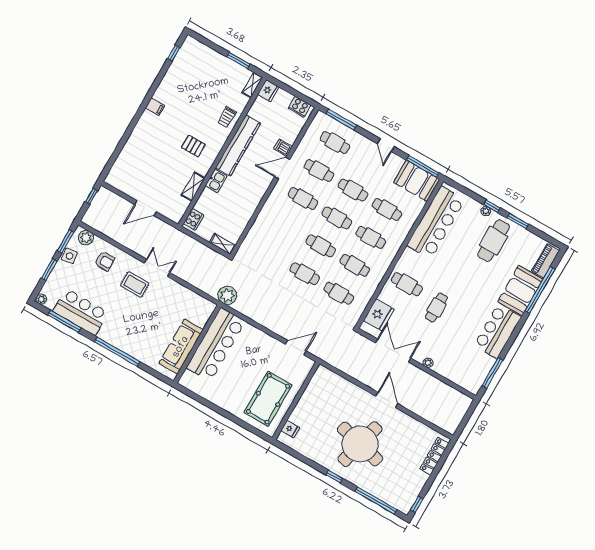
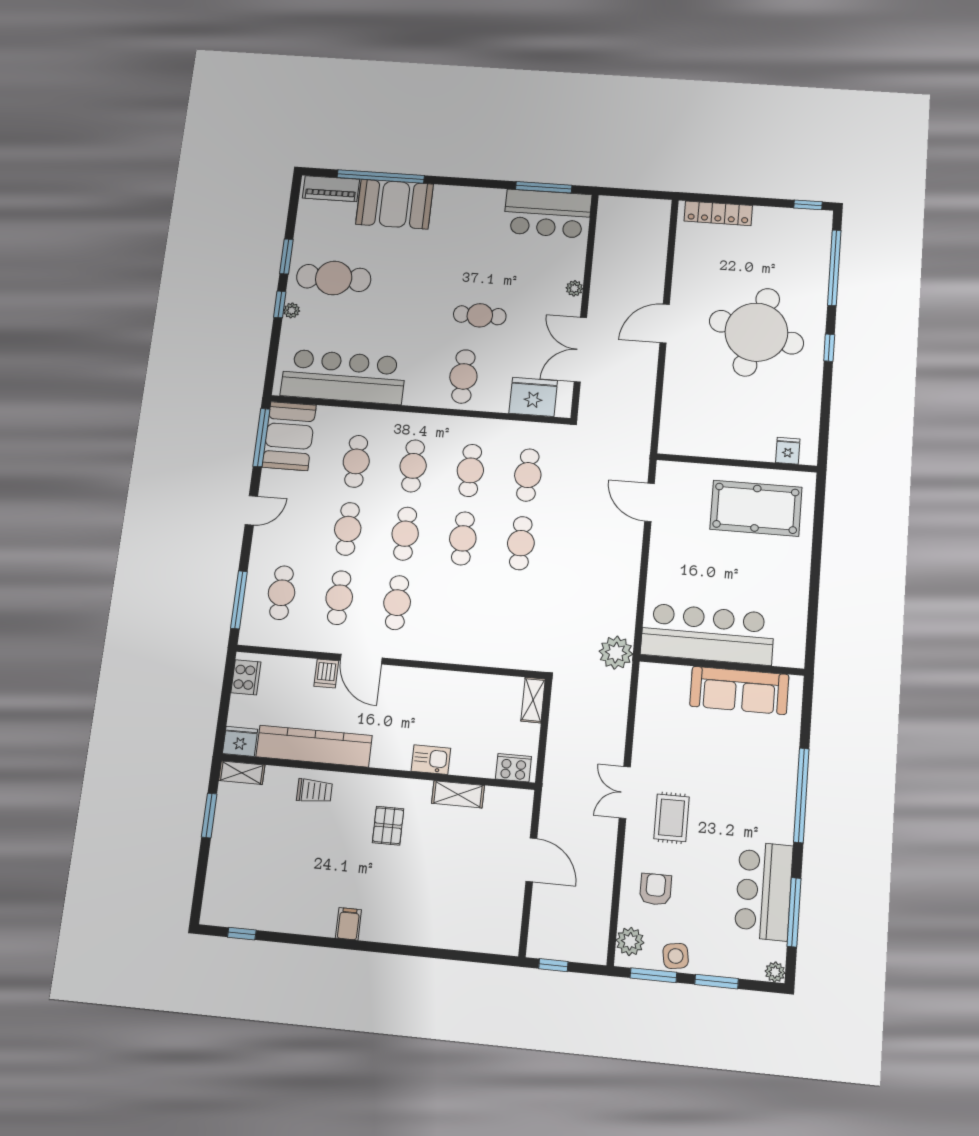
kitchen counter: (238, 145) -> (314, 746), moved
bar counter: (498, 331) -> (547, 214), moved

